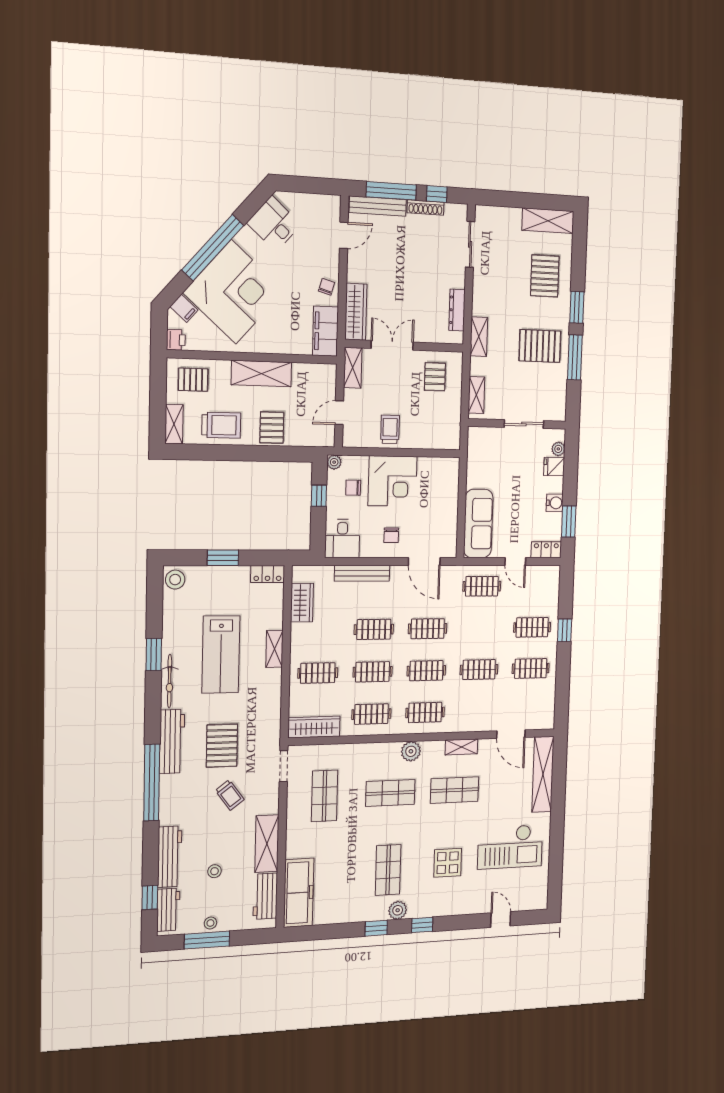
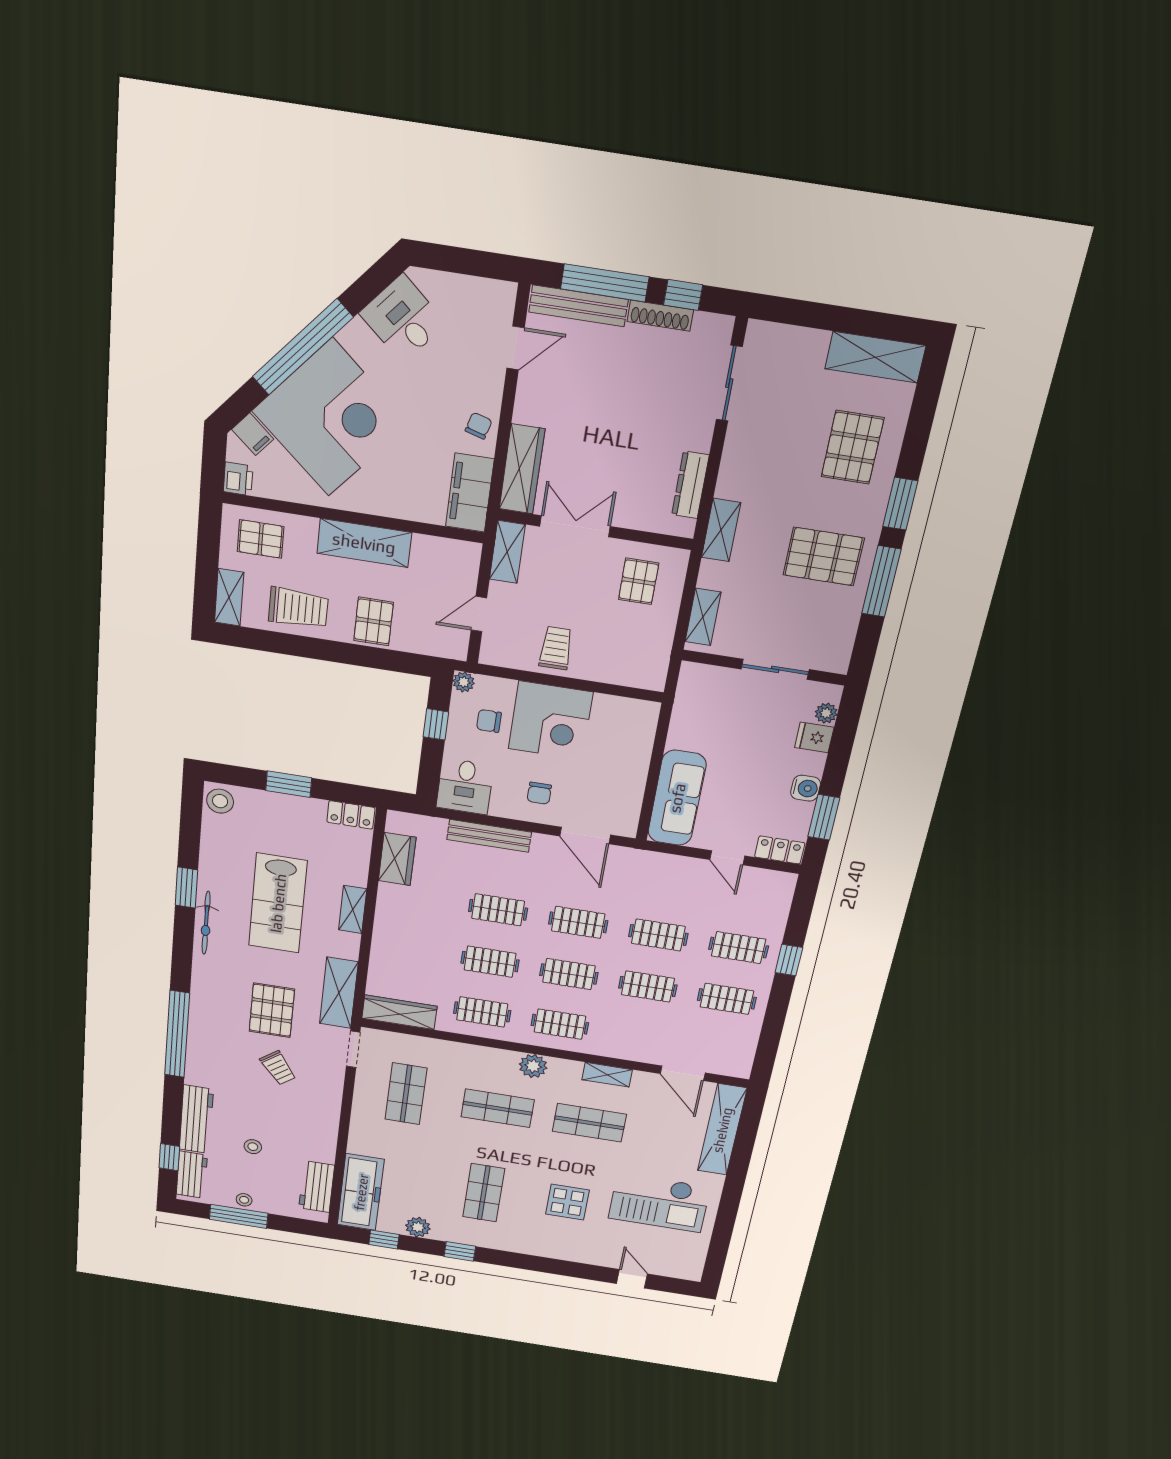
clothes rail: (482, 586) -> (658, 935), moved
clothes rail: (318, 673) -> (411, 949), removed
workbench: (172, 741) -> (206, 993), removed
shelving: (267, 844) -> (339, 993), moved
plant: (398, 910) -> (418, 1227), moved
window: (422, 925) -> (384, 1239), moved

